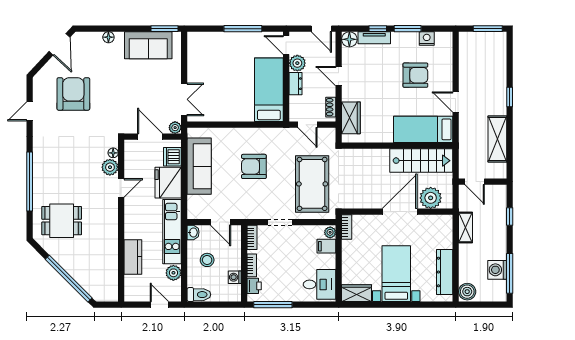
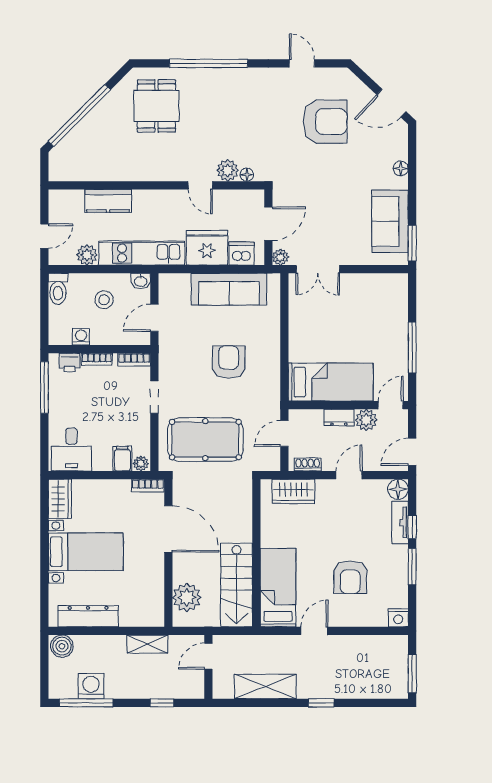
nightstand: (427, 39) -> (398, 618), moved, turned 90
door: (400, 212) -> (168, 529), moved

